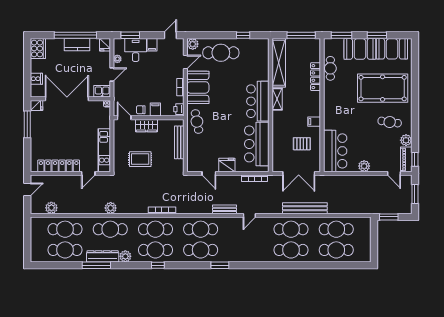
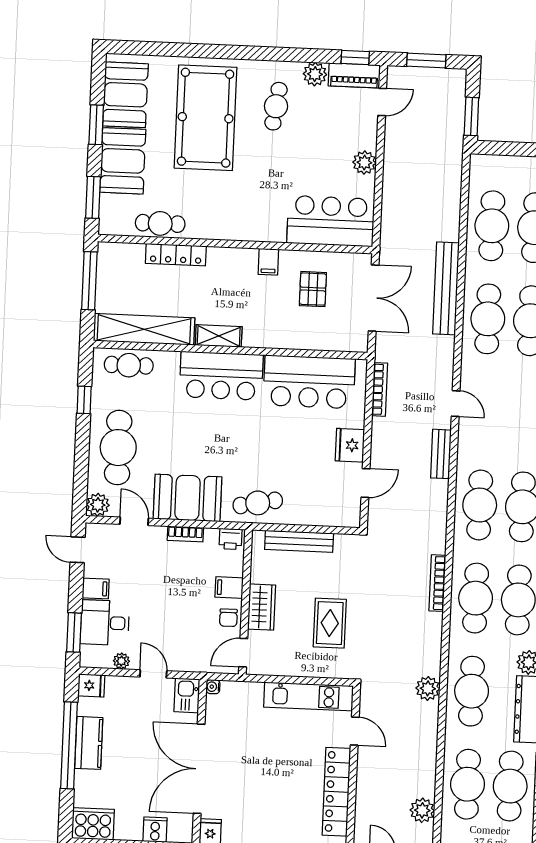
cafe table: (261, 56) -> (129, 365), added

